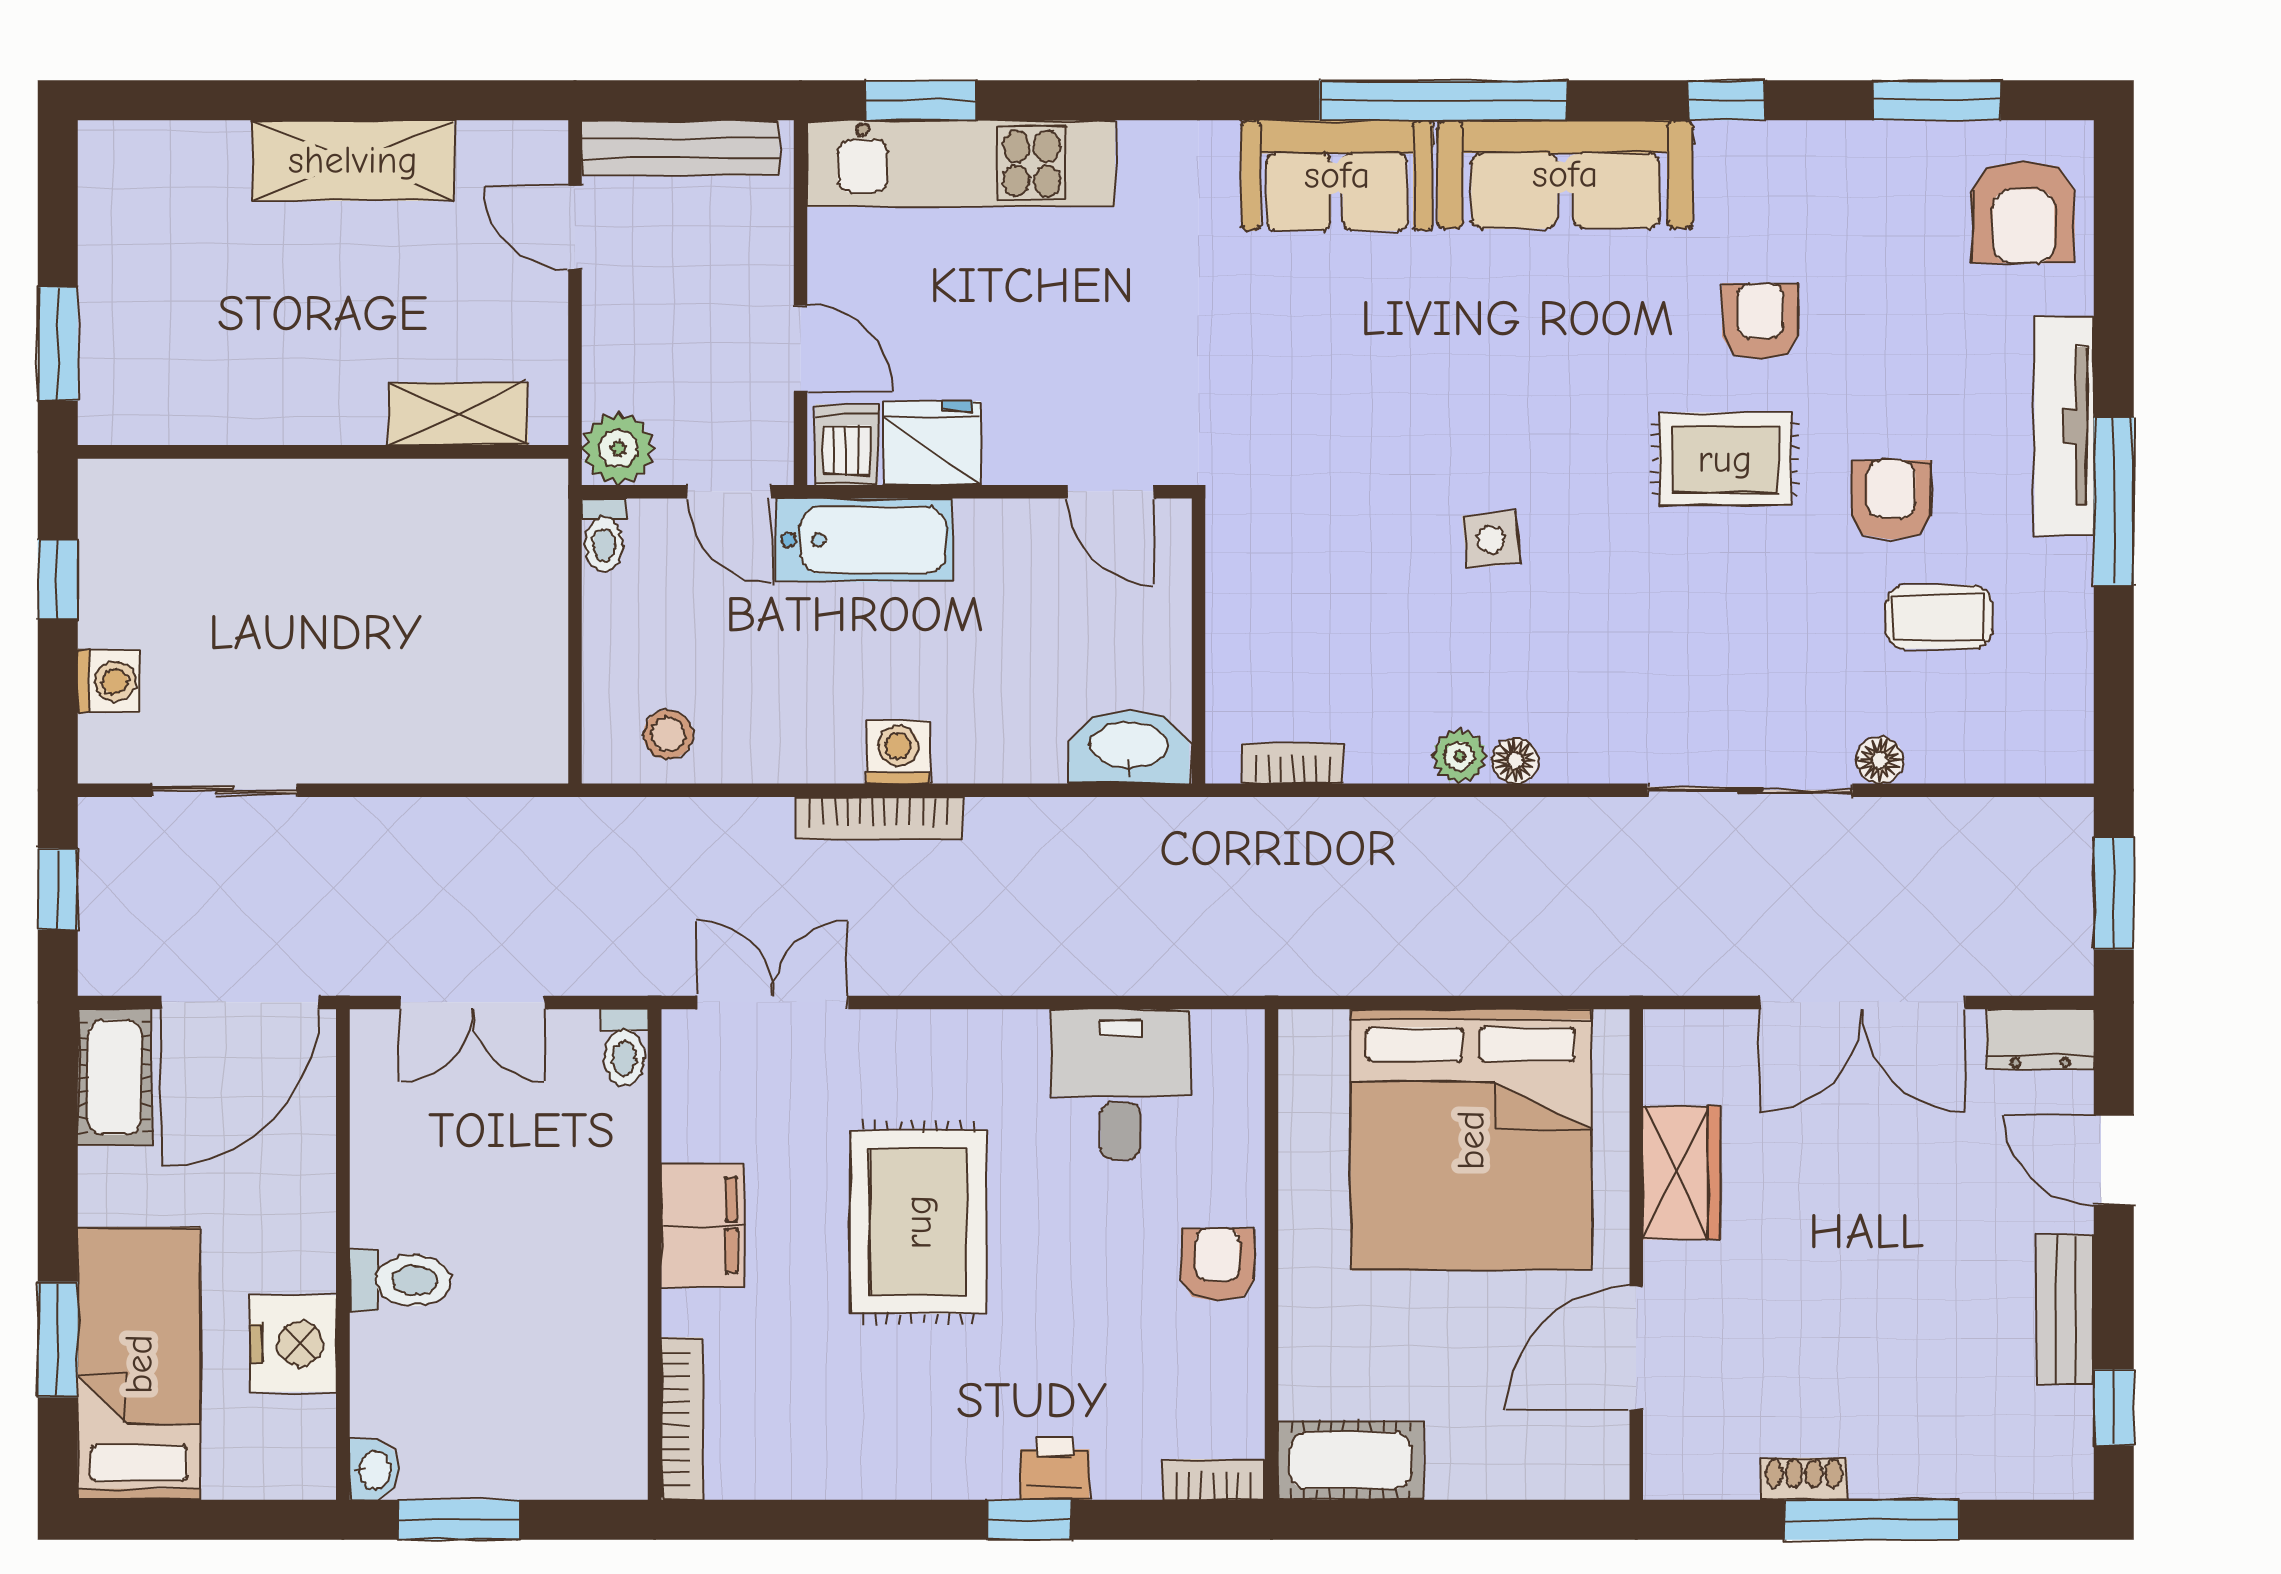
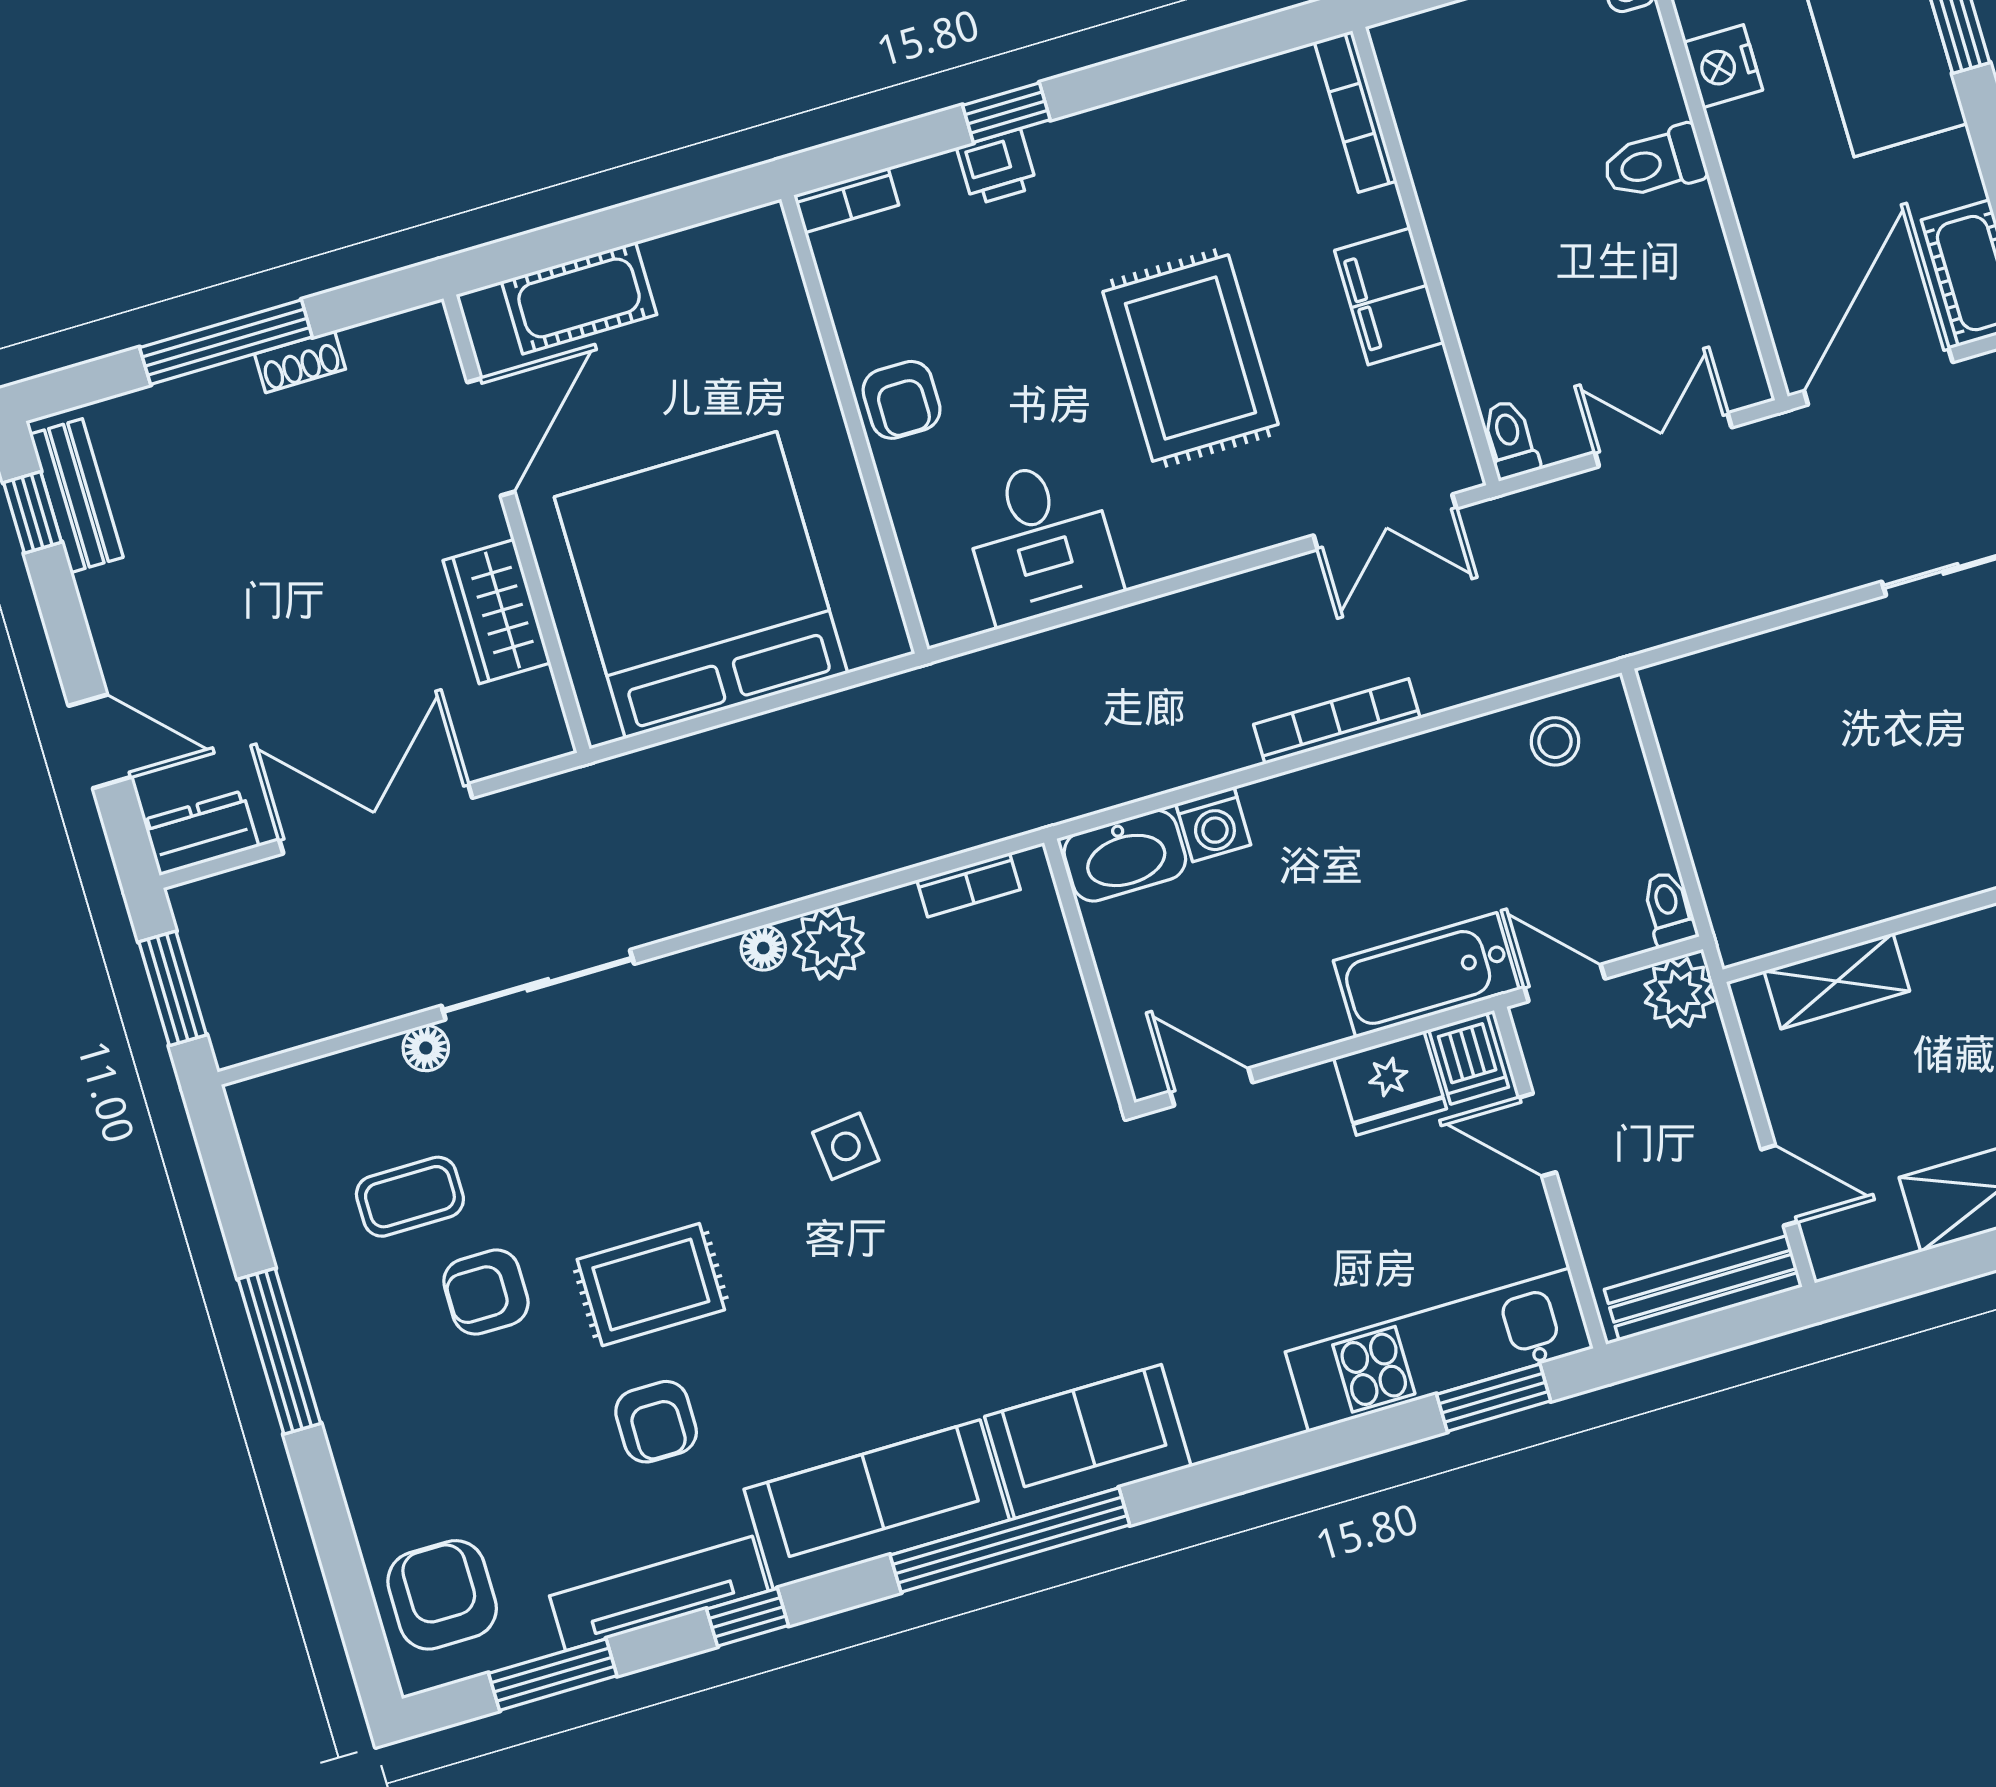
tv unit: (2064, 426) -> (659, 1593), moved, turned -90
armchair: (1891, 500) -> (486, 1292), turned 90
washing machine: (898, 752) -> (1213, 824), moved
plant: (1460, 756) -> (828, 944), width x1.38, depth x1.38
bench: (2065, 1310) -> (76, 496), moved
nightstand: (293, 1344) -> (1723, 66), width x0.74, depth x0.75
cot: (1351, 1460) -> (579, 298), moved

